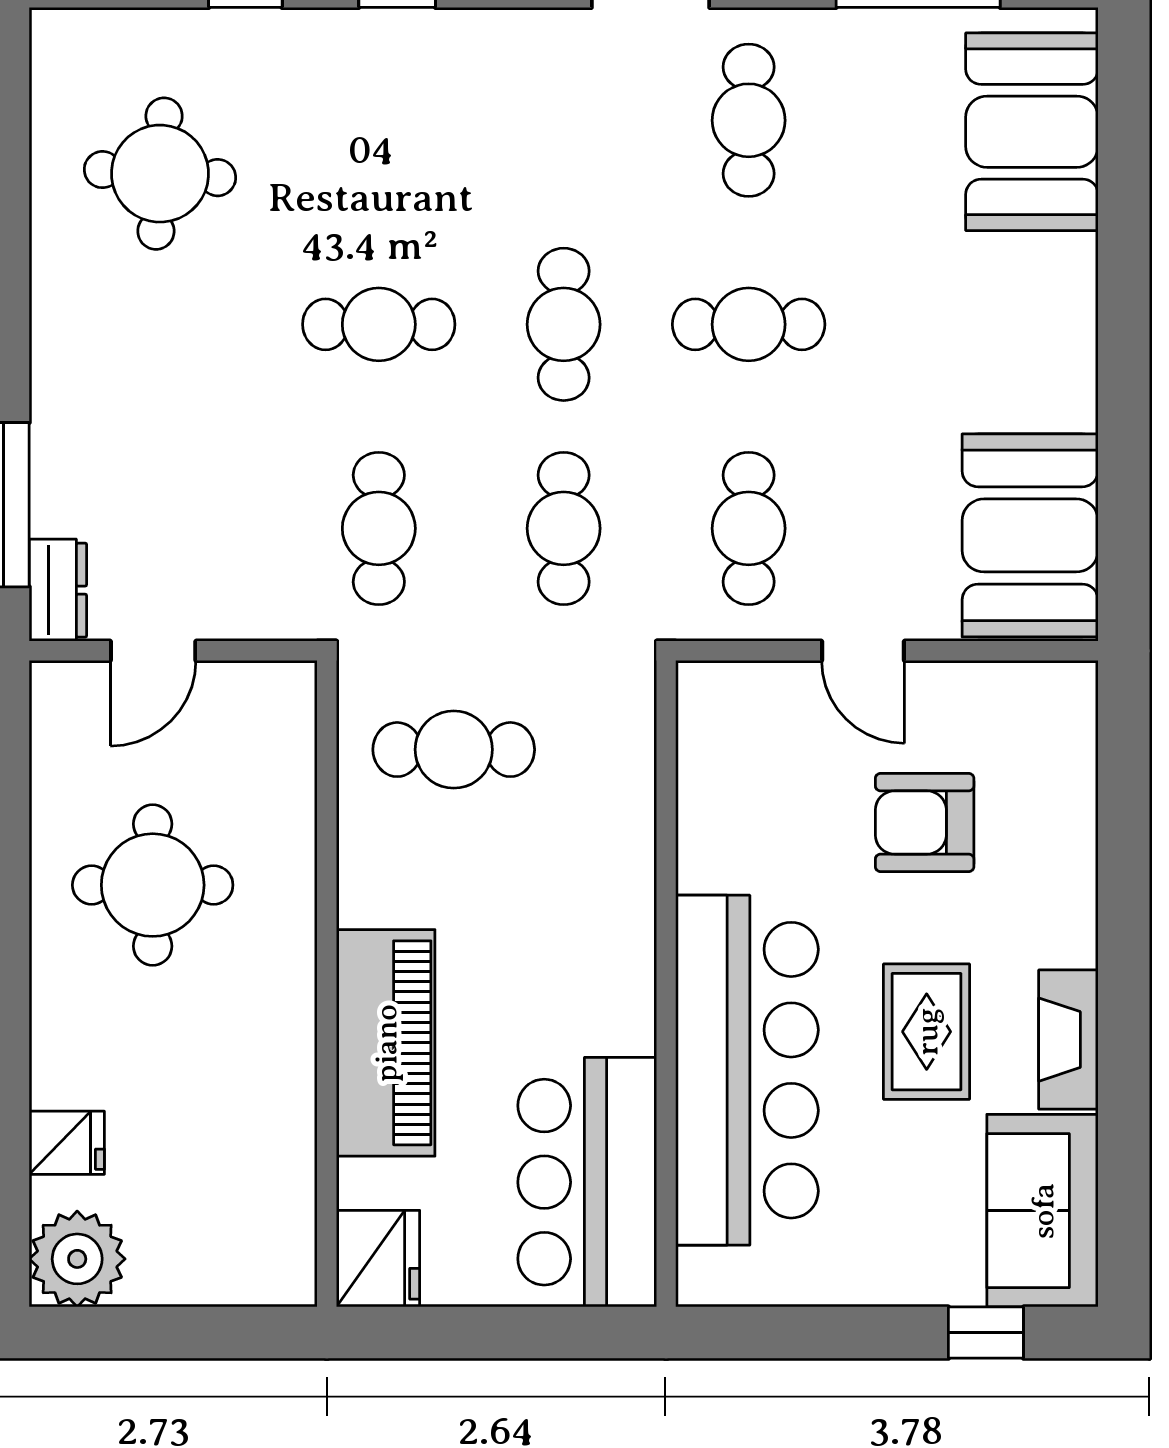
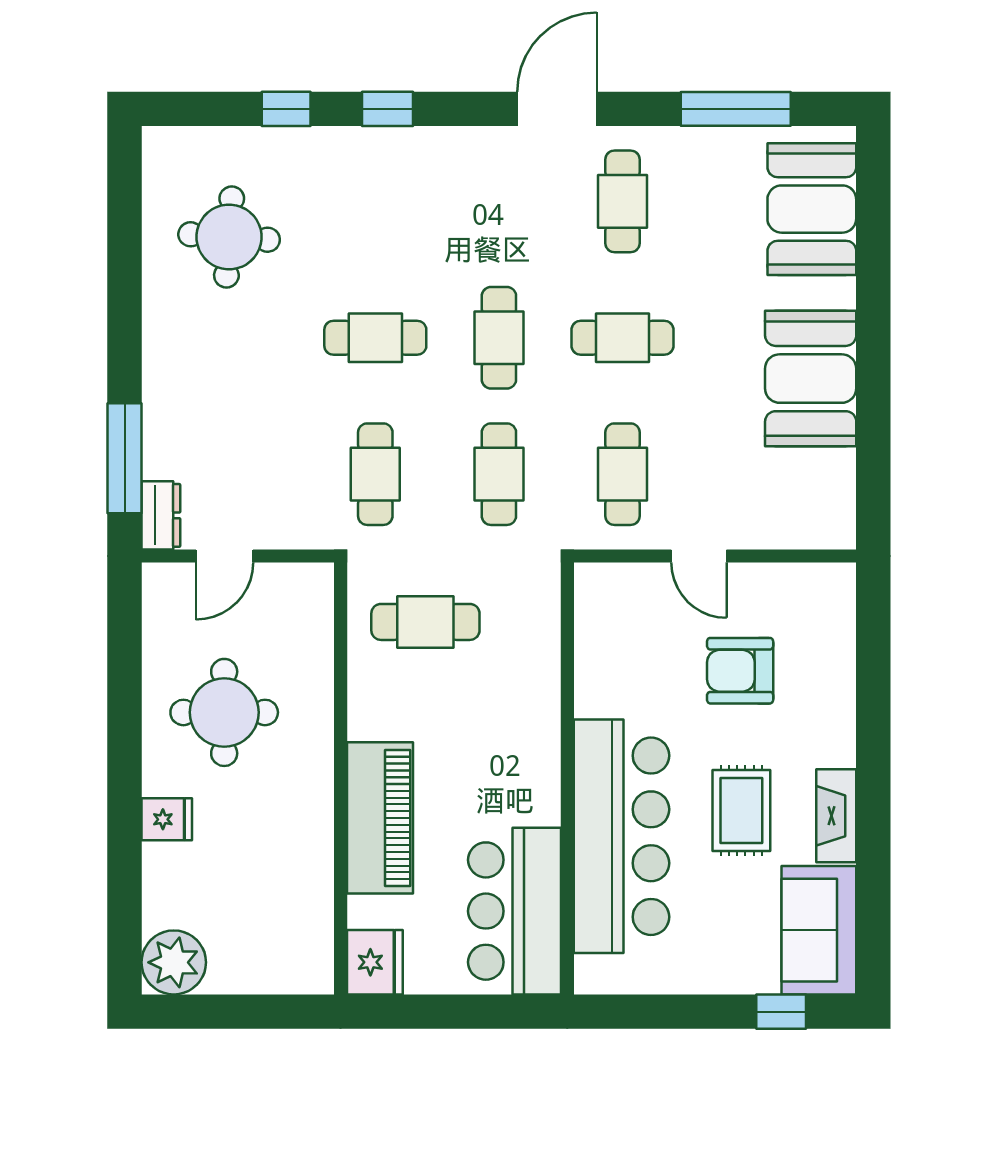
booth: (1030, 535) -> (811, 379), moved
fridge: (67, 1143) -> (167, 819), moved

